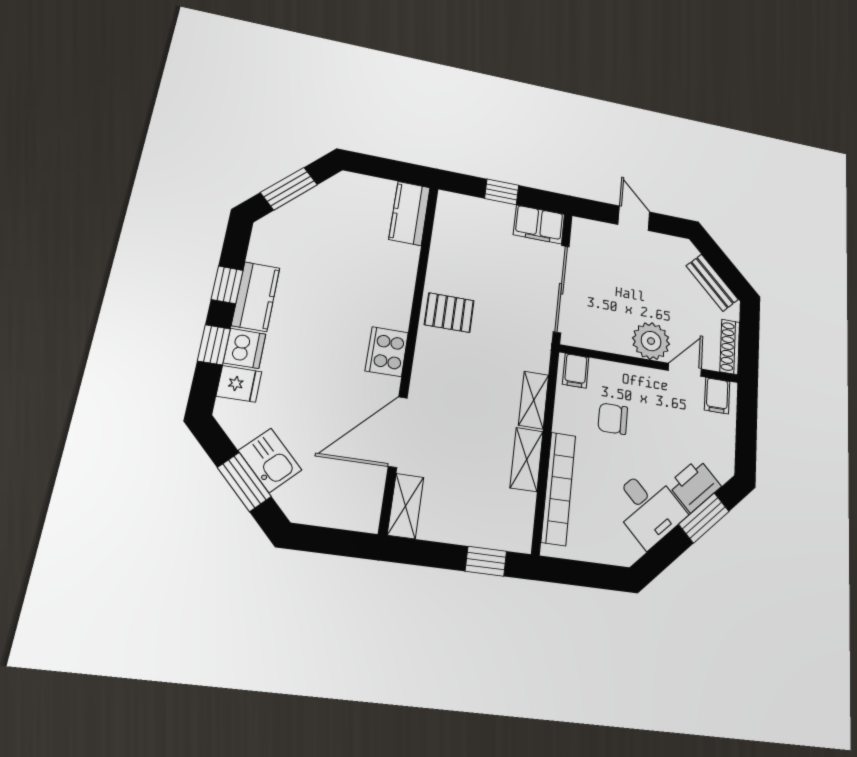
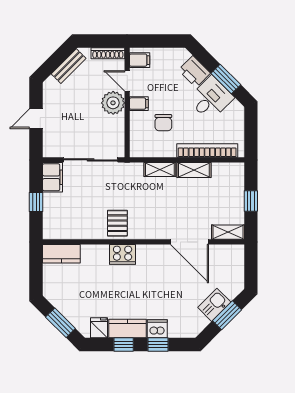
cooker: (387, 352) -> (123, 254), moved
filing cabinet: (576, 371) -> (139, 104), moved
fridge: (239, 384) -> (99, 328), moved
window: (704, 518) -> (226, 79), moved
window: (486, 561) -> (251, 201), moved

